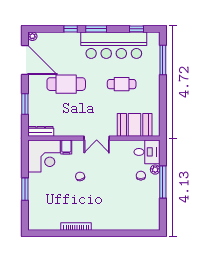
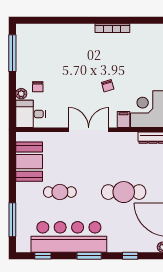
window: (71, 29) -> (130, 256), moved
booth: (135, 125) -> (29, 162), moved, turned 90
double door: (97, 138) -> (89, 130), width x1.37
window: (163, 182) -> (12, 53), moved

